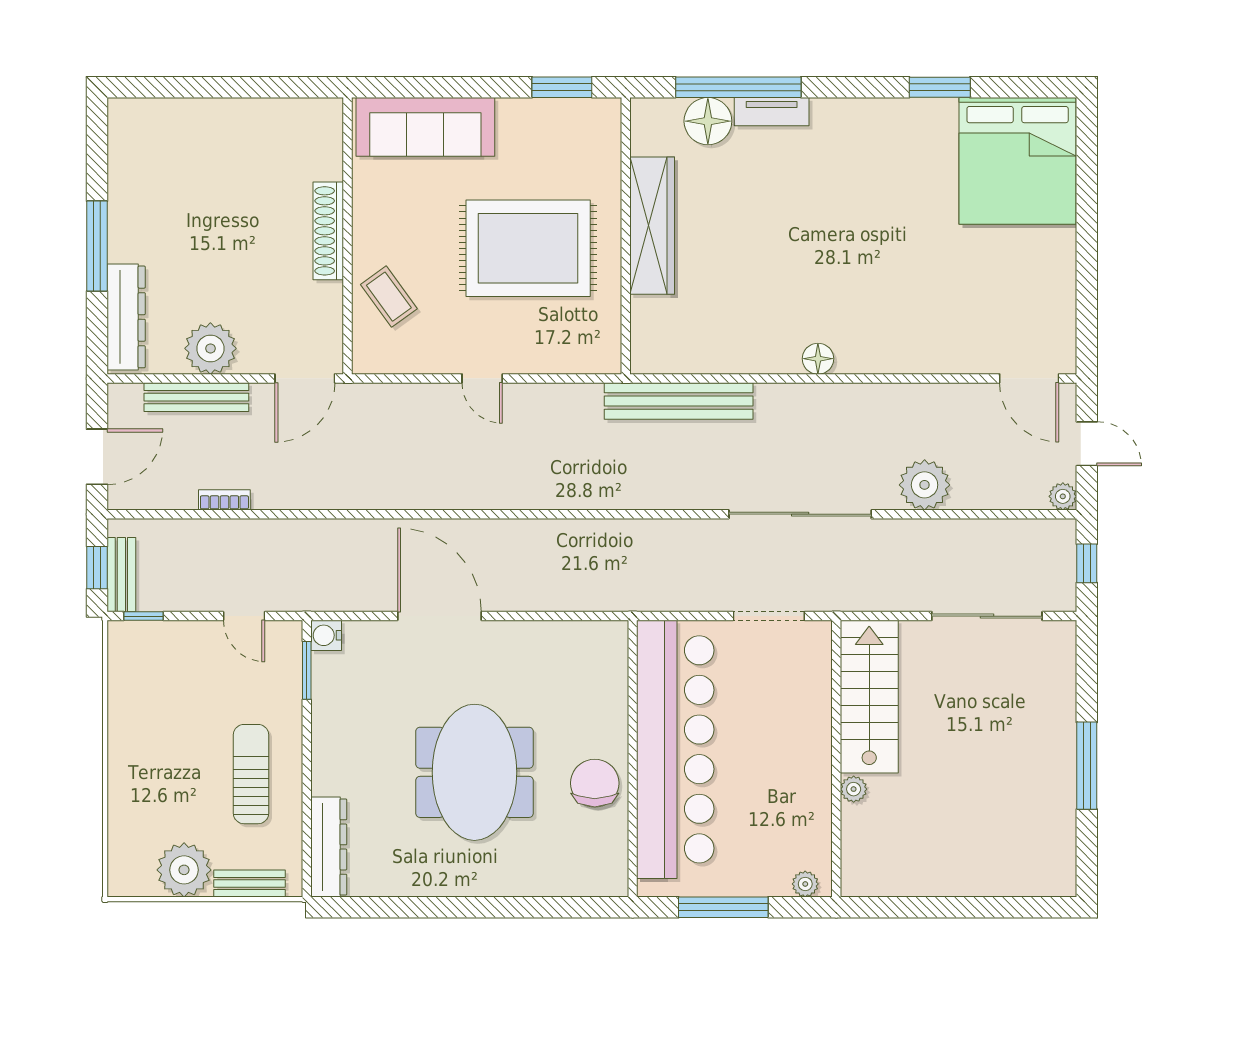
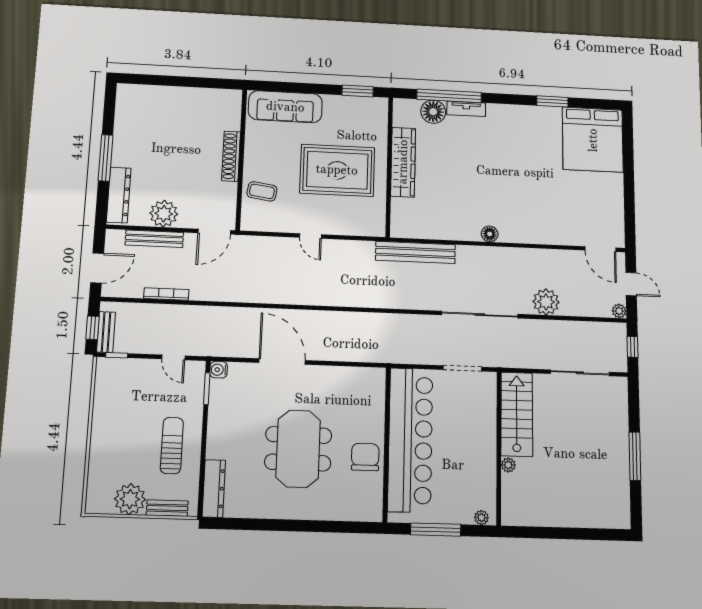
coffee table: (389, 297) -> (262, 191), turned -46
bookcase: (224, 500) -> (166, 294), width x1.56

